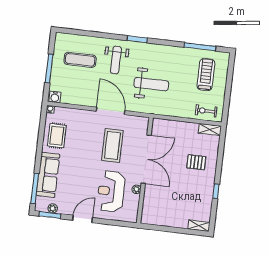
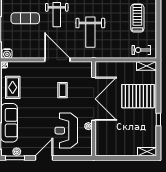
weight bench: (151, 84) -> (90, 32), turned 90
coffee table: (112, 145) -> (63, 90), width x0.54, depth x0.58
pallet: (196, 162) -> (138, 96), width x2.05, depth x2.00

